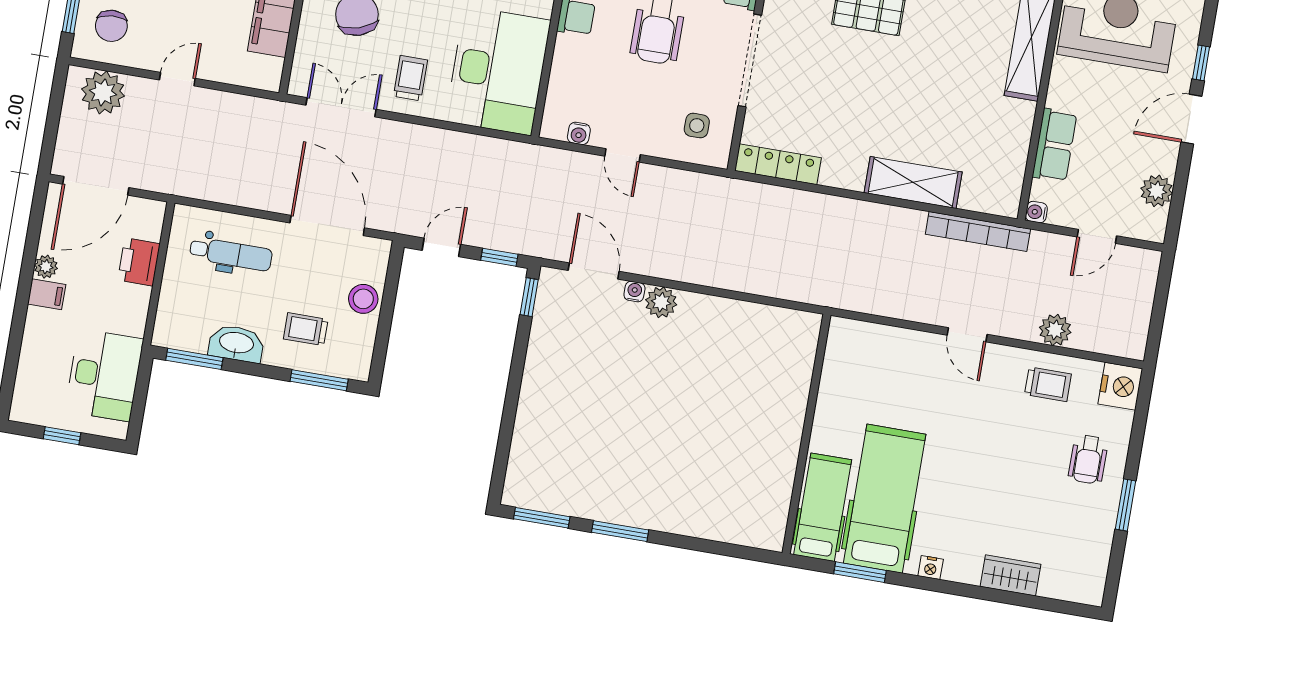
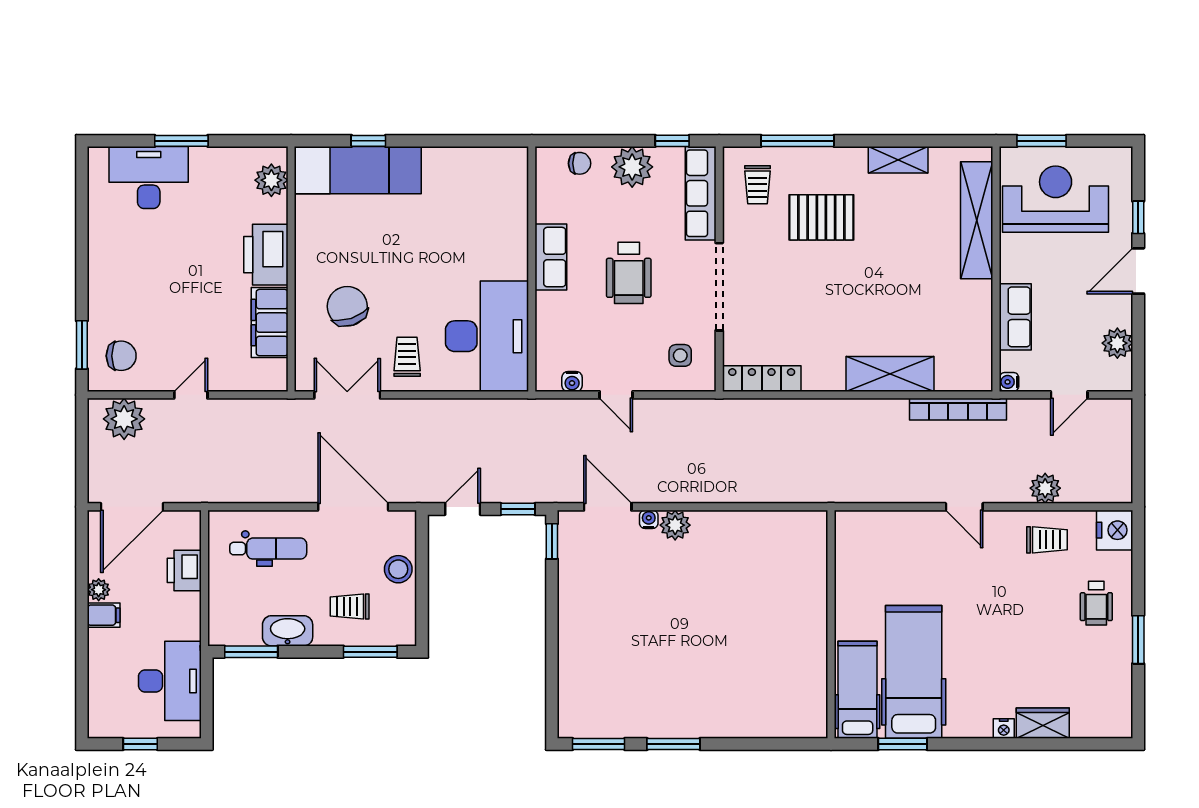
chair: (111, 26) -> (121, 356), turned -86
nightstand: (931, 568) -> (1004, 729), moved

